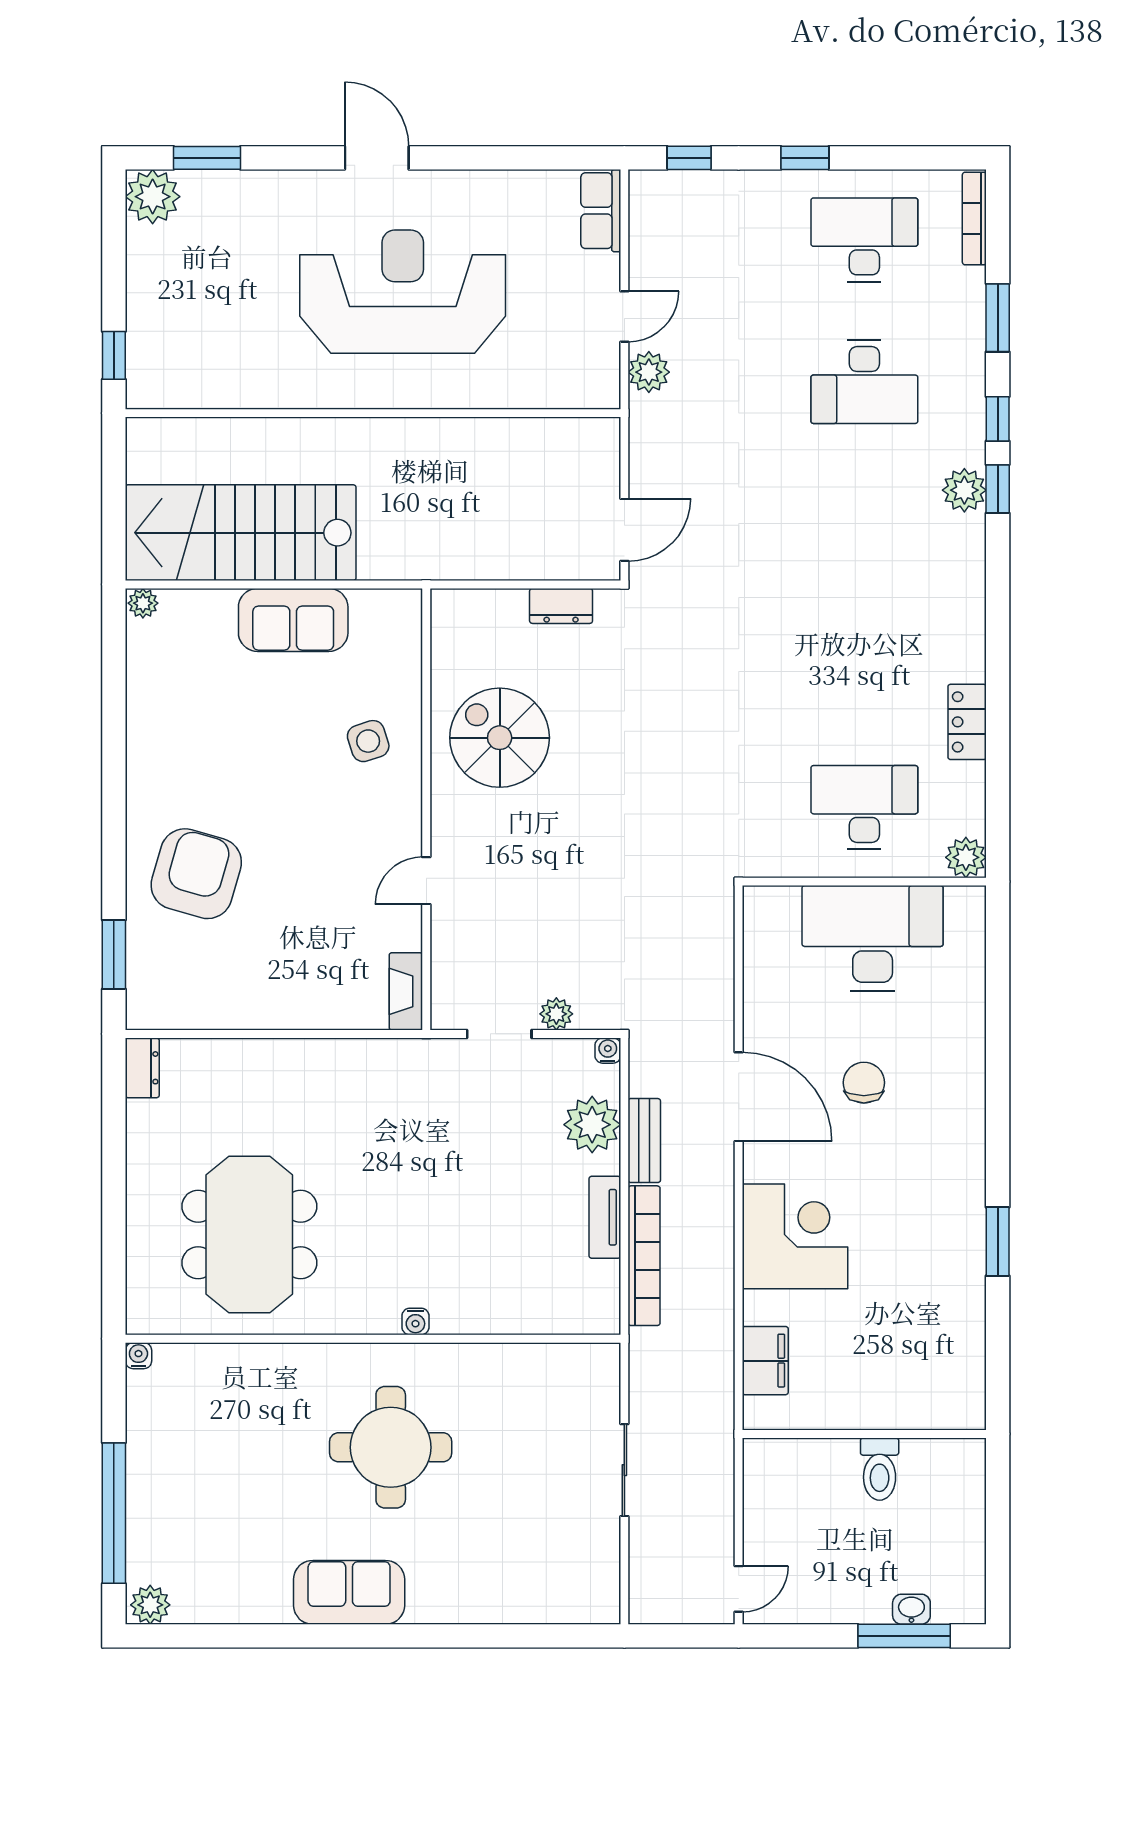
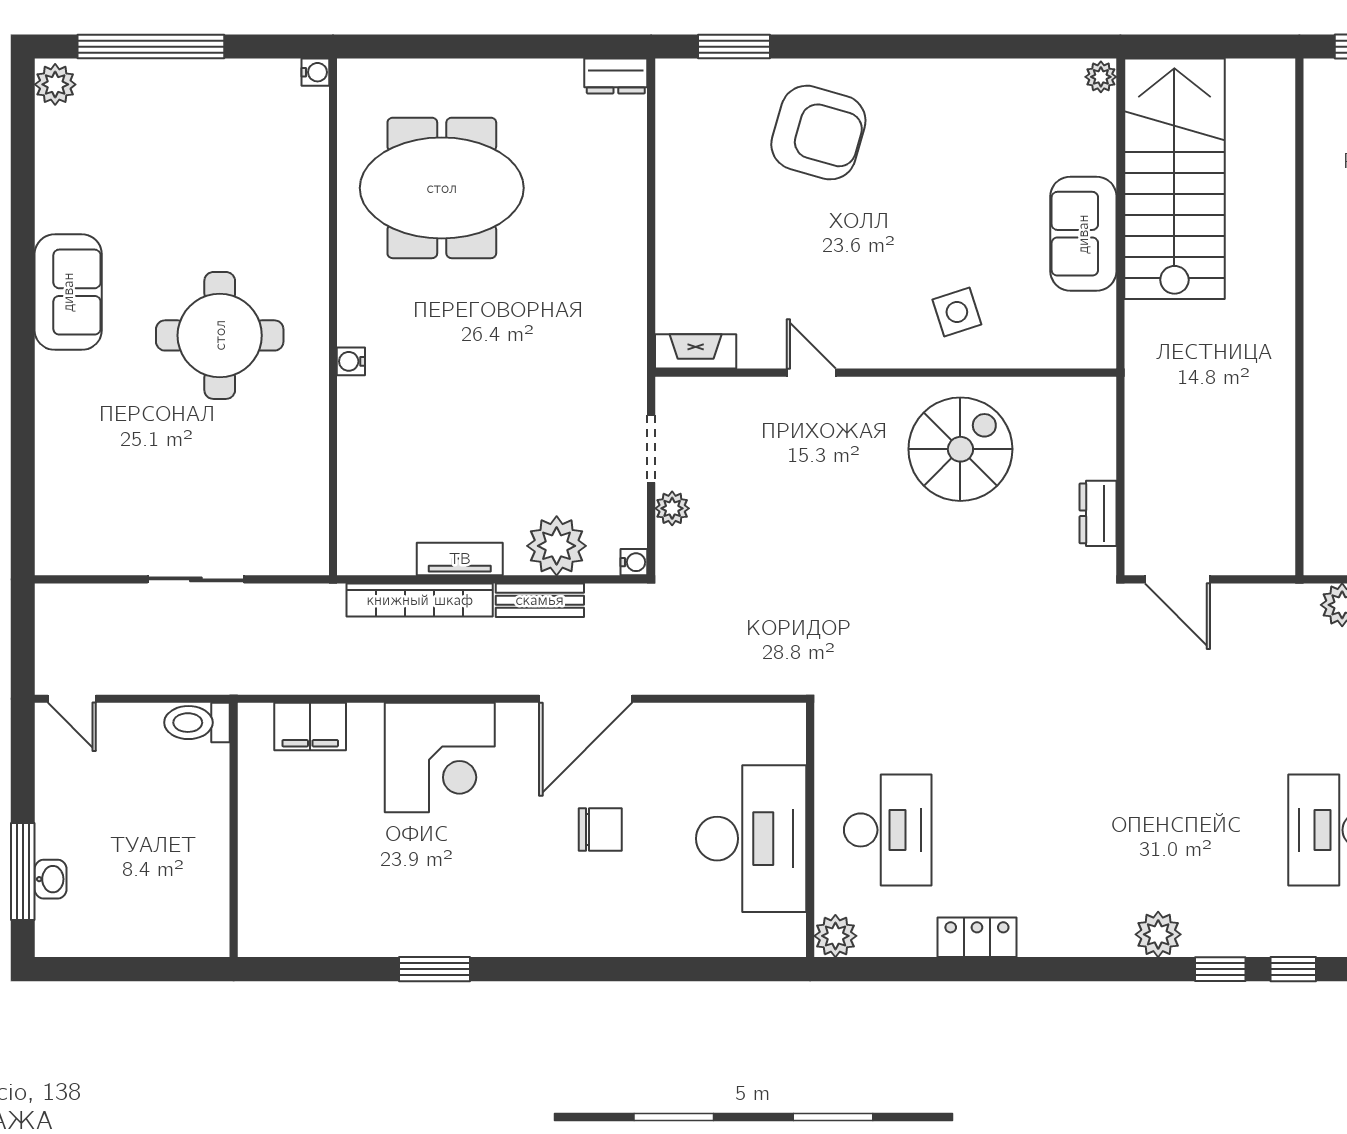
plant: (964, 490) -> (1158, 934), moved
toilet: (880, 1469) -> (197, 723), moved

